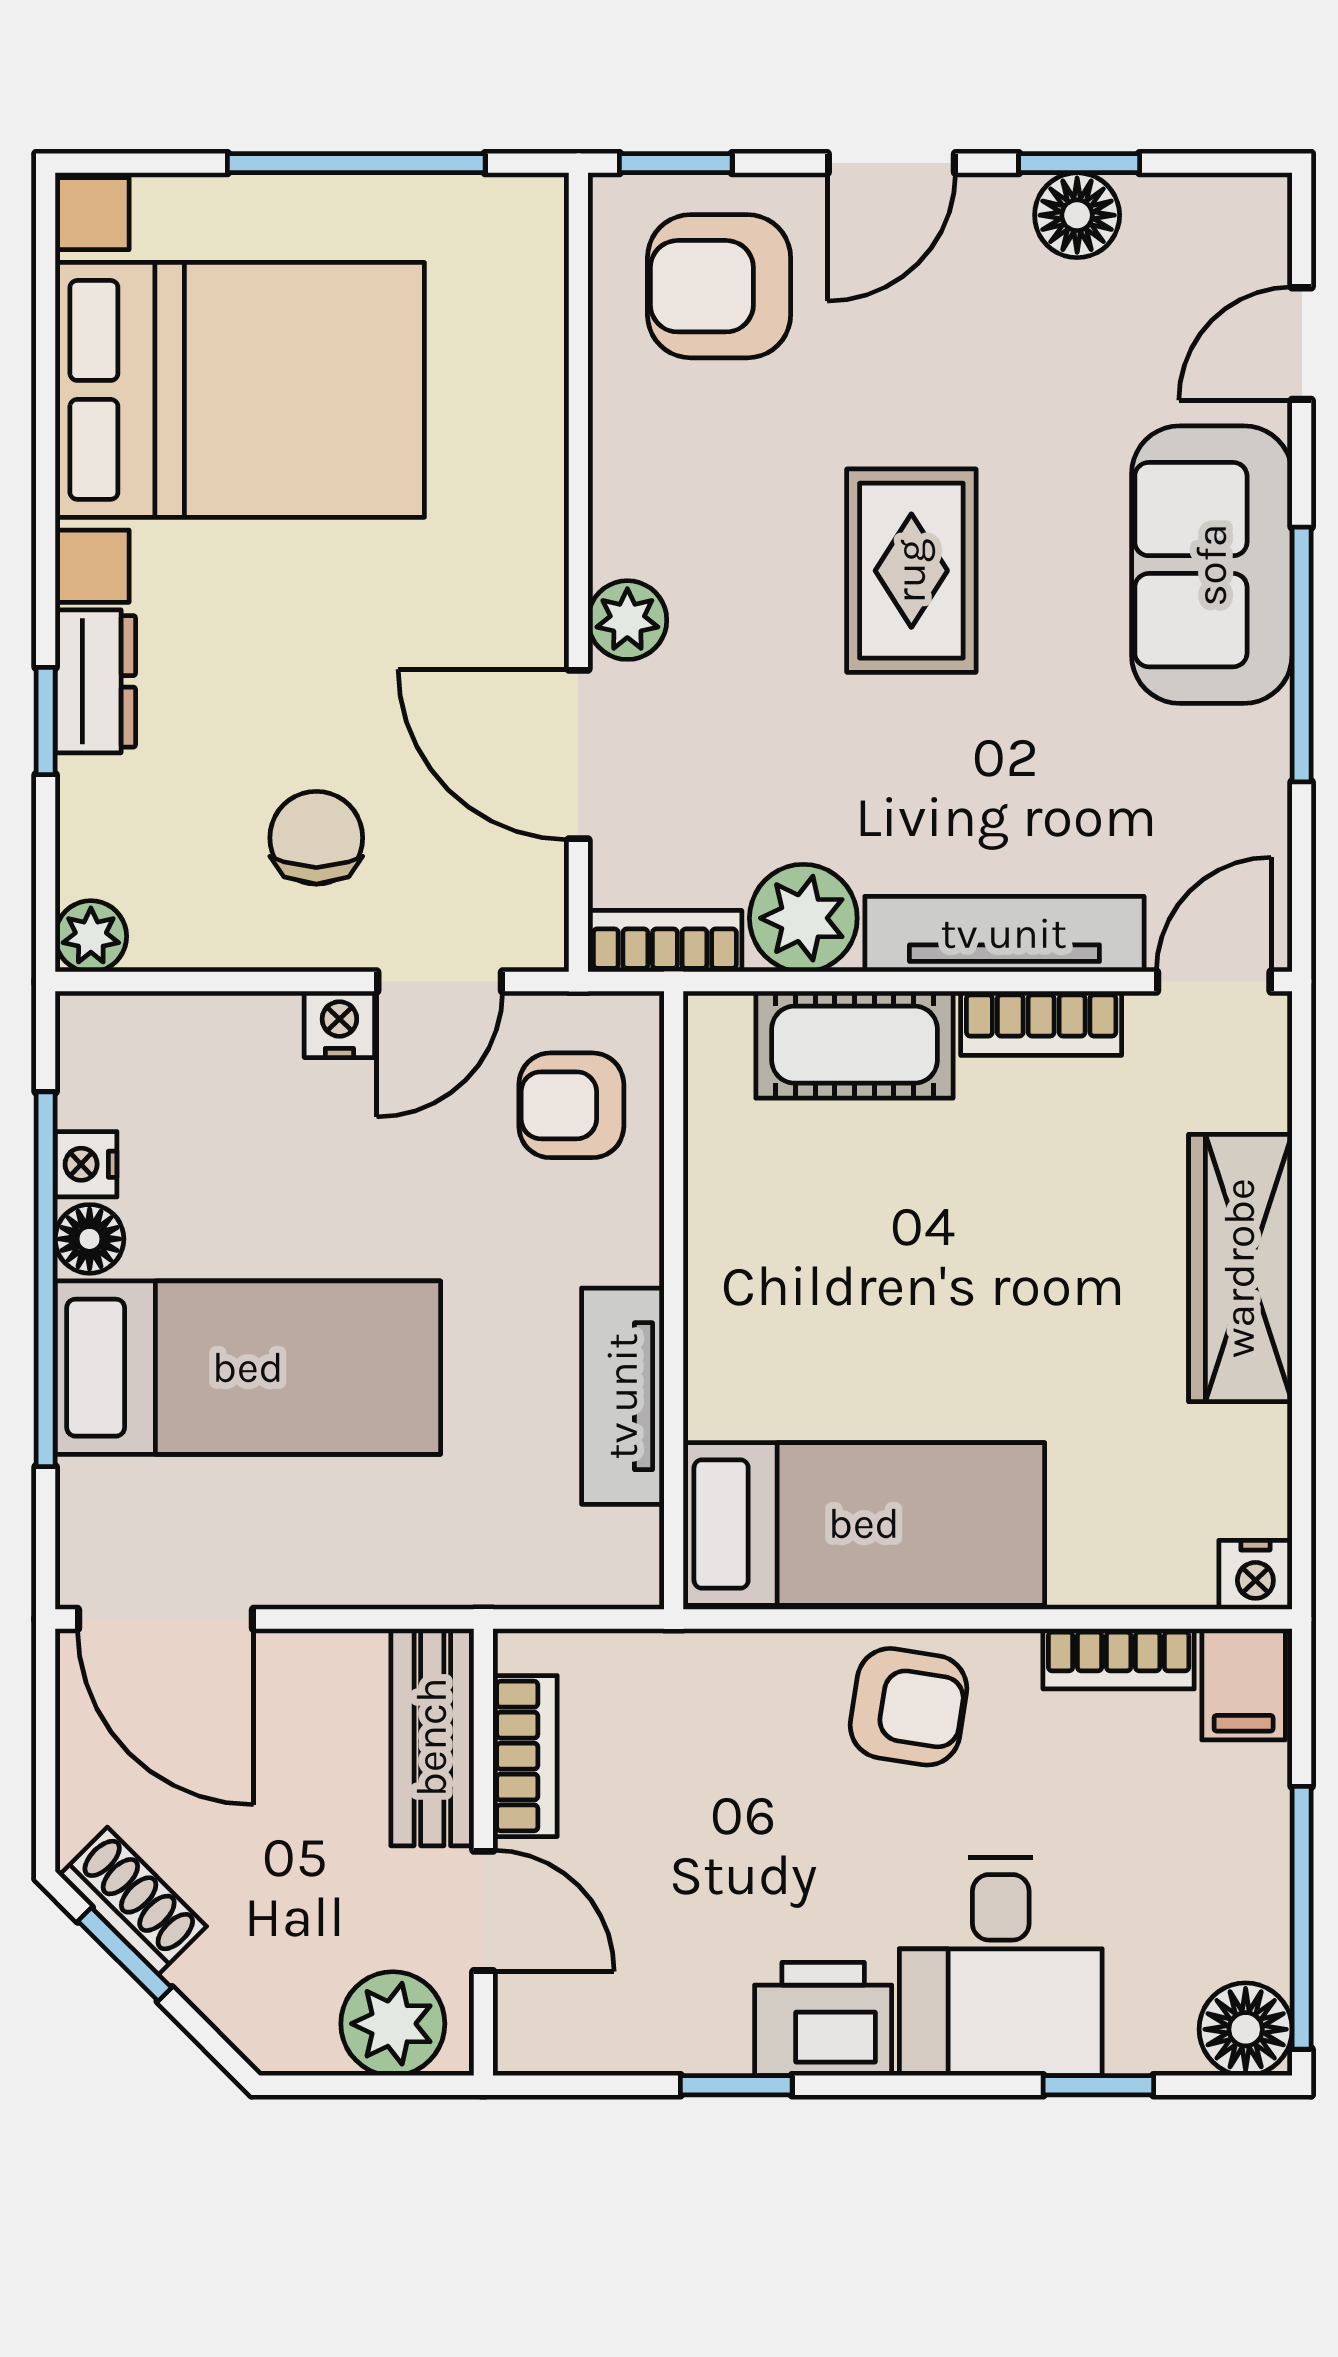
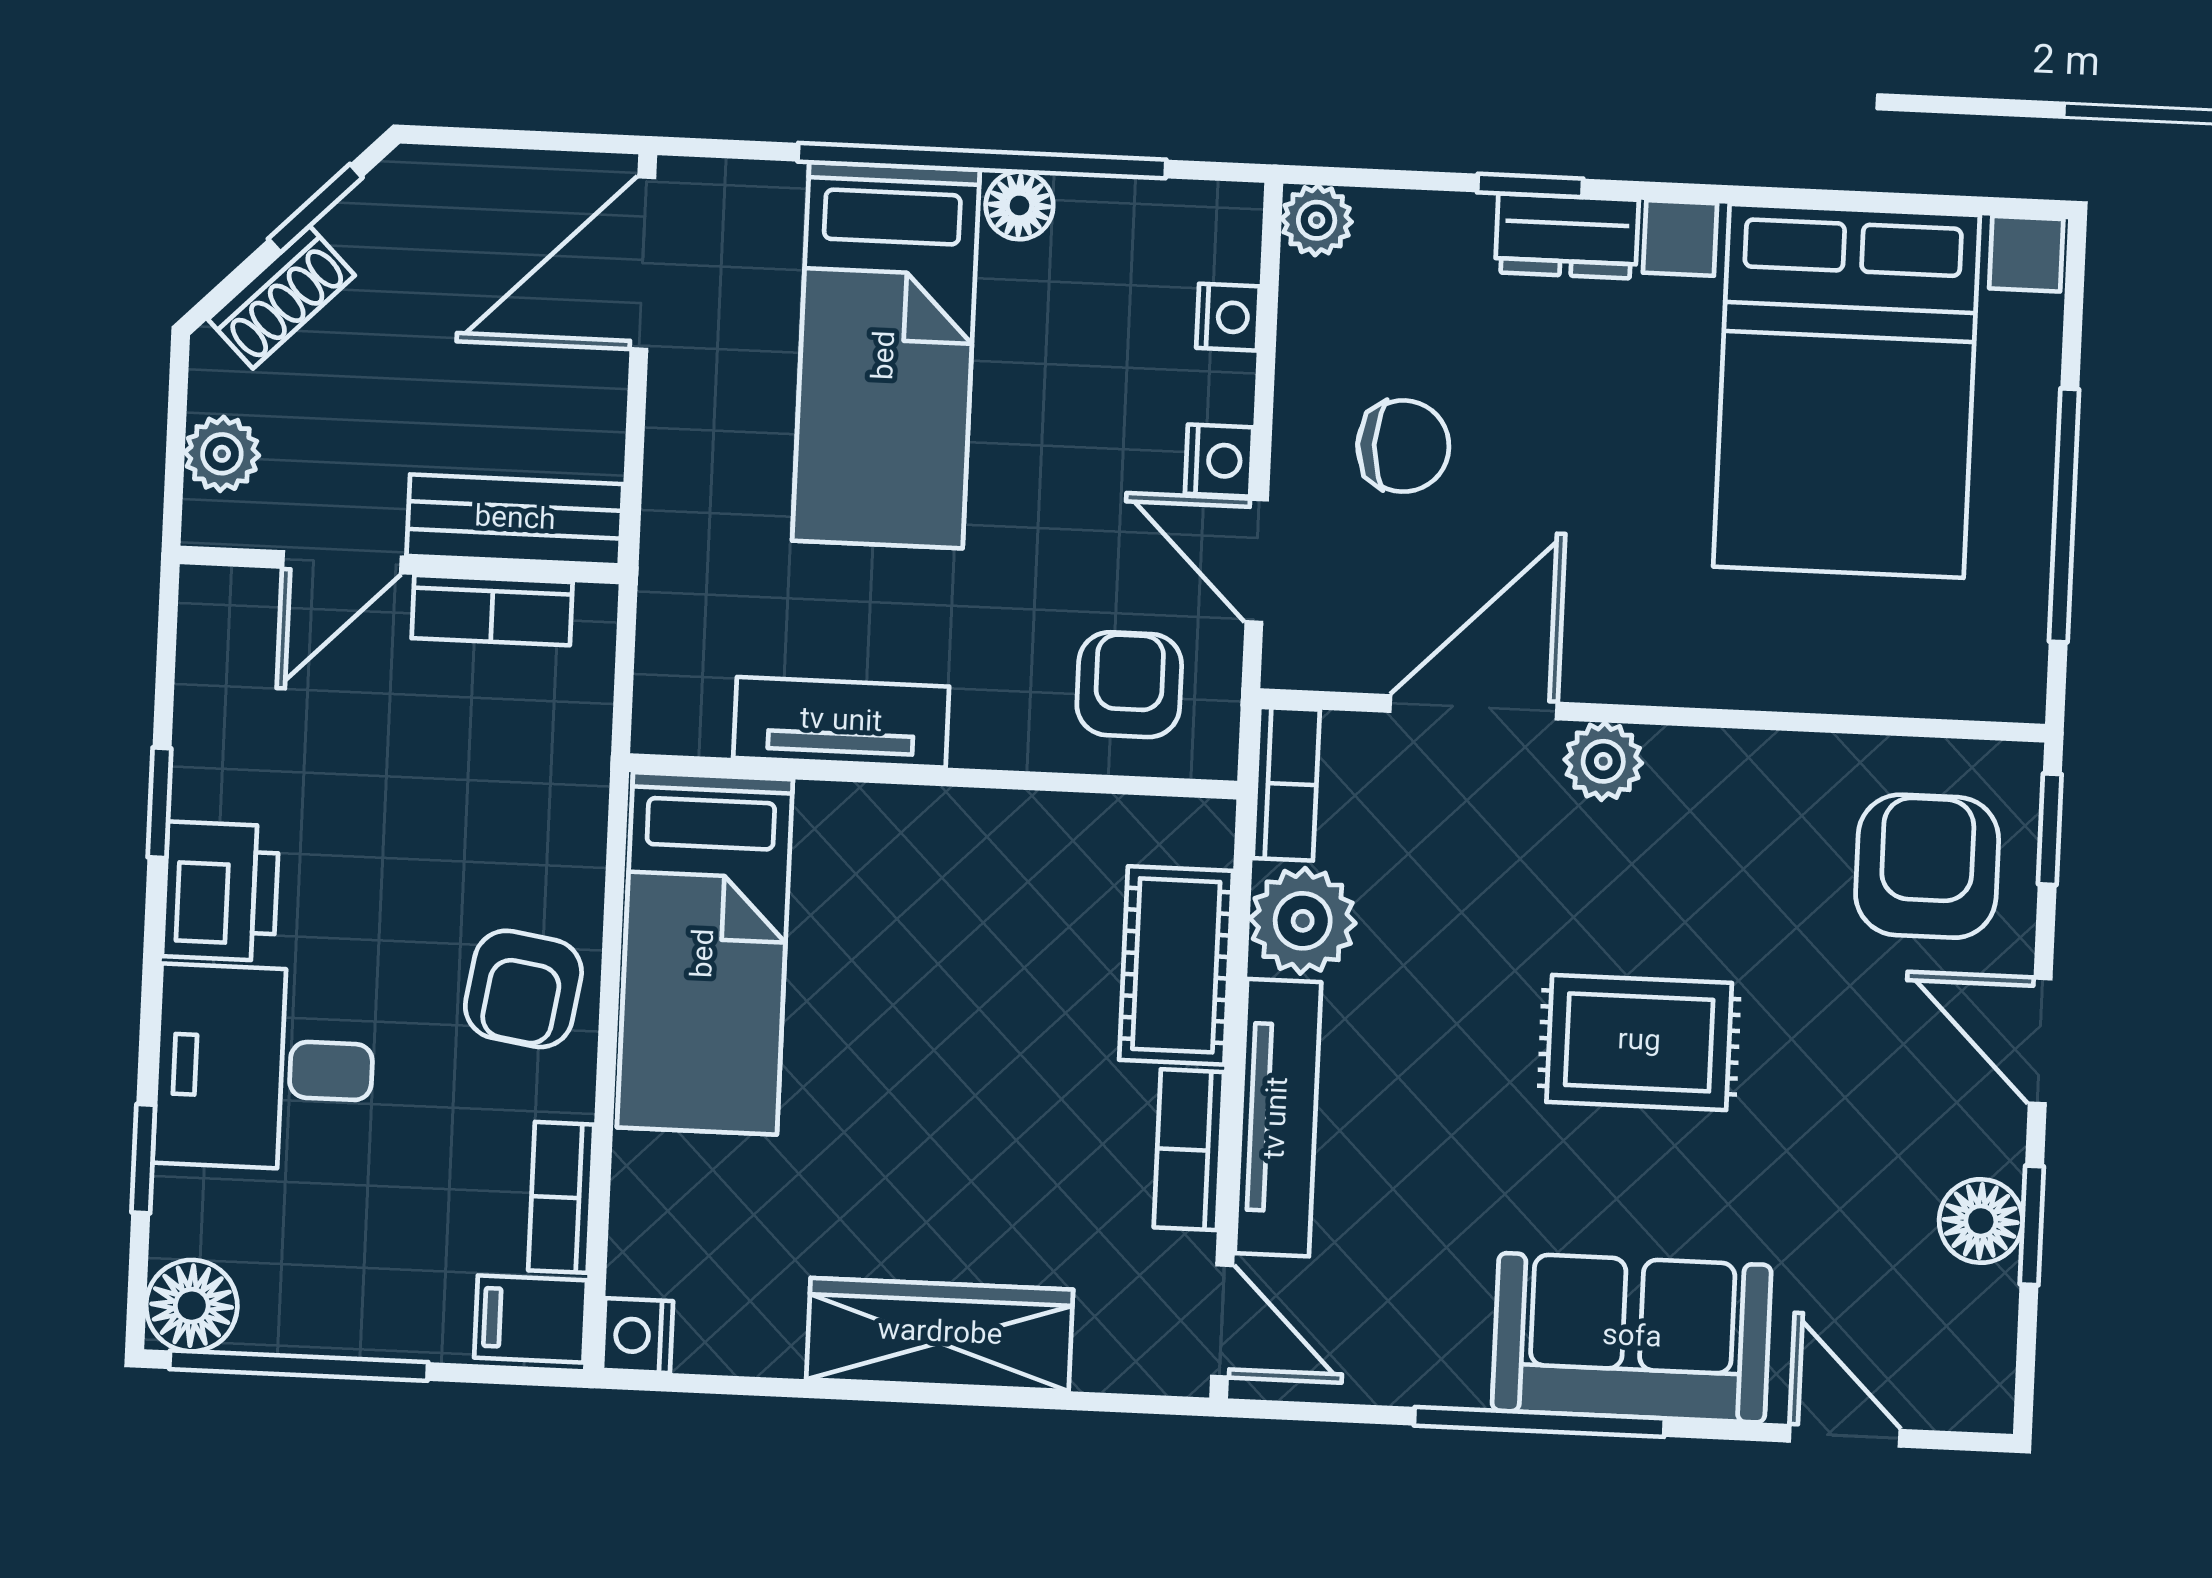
nightstand: (86, 1164) -> (1228, 317), moved, turned 90
shoe rack: (133, 1901) -> (281, 297), moved
plant: (393, 2024) -> (222, 454), width x0.73, depth x0.73

